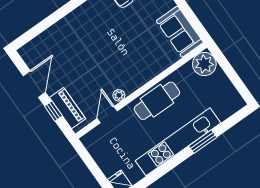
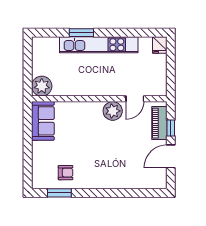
plant: (119, 95) -> (113, 111), width x1.88, depth x1.88
cafe table: (157, 101) -> (93, 84), removed

